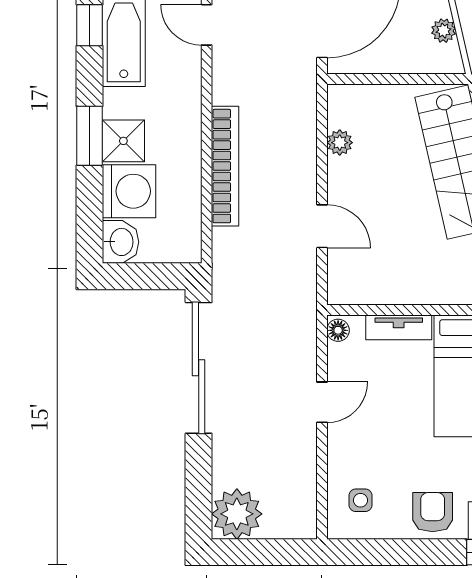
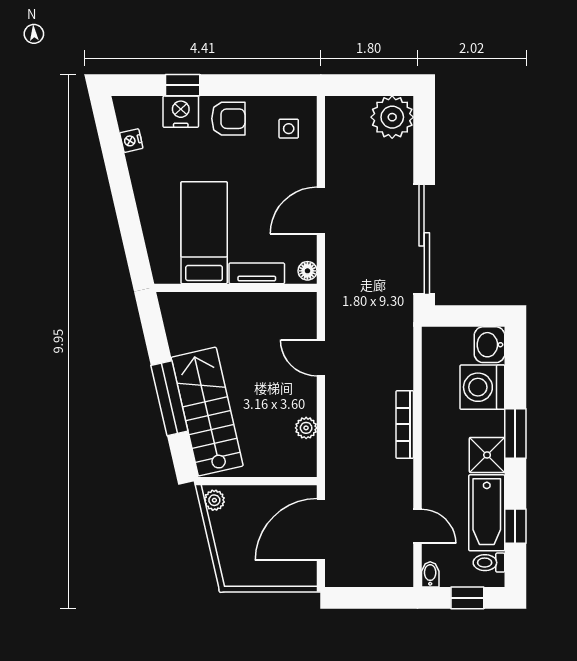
plant: (444, 31) -> (214, 500), moved
shower: (123, 141) -> (487, 455), moved
bookcase: (225, 166) -> (405, 424), width x0.68, depth x0.76
door: (322, 402) -> (321, 211), width x1.38
armchair: (433, 512) -> (228, 119), turned -90

